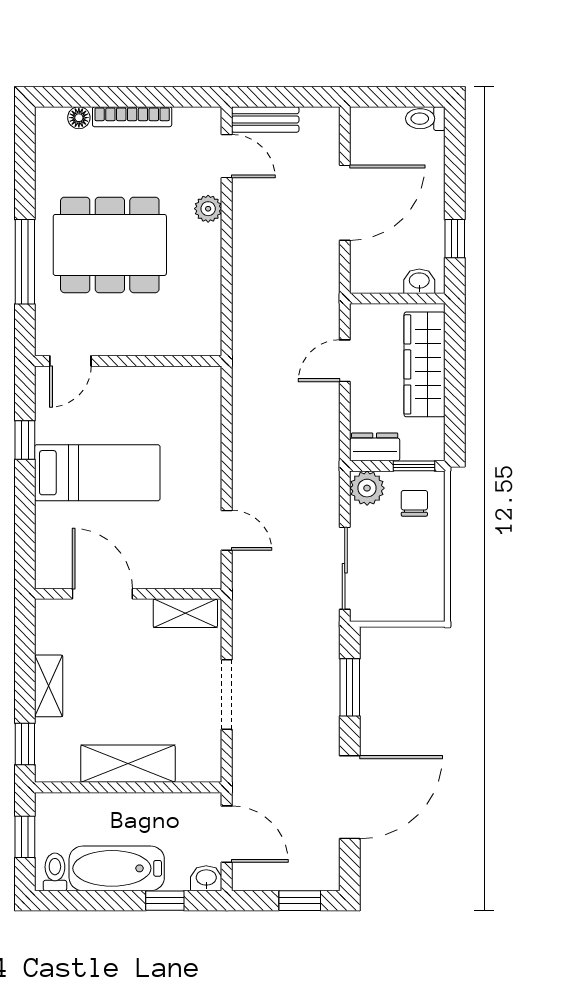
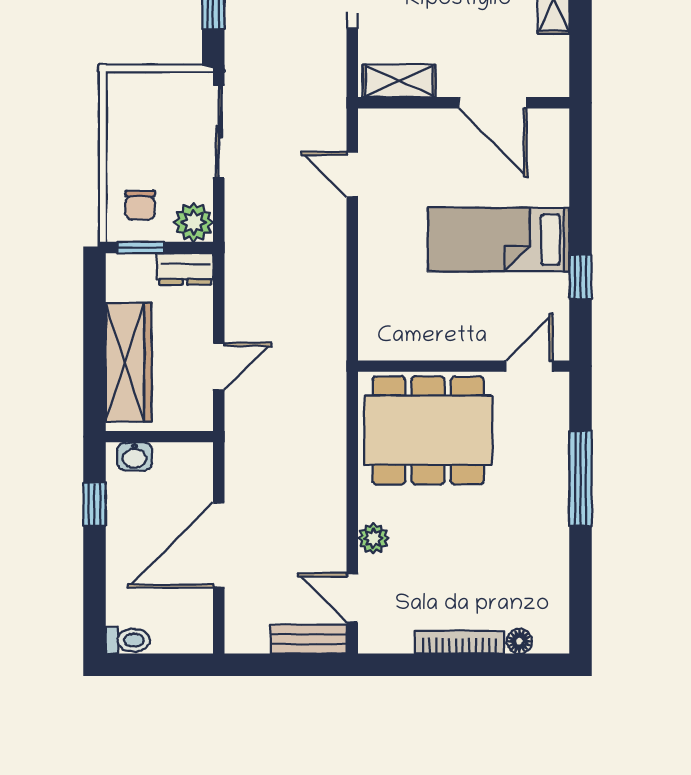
dining table: (110, 245) -> (428, 430), moved

